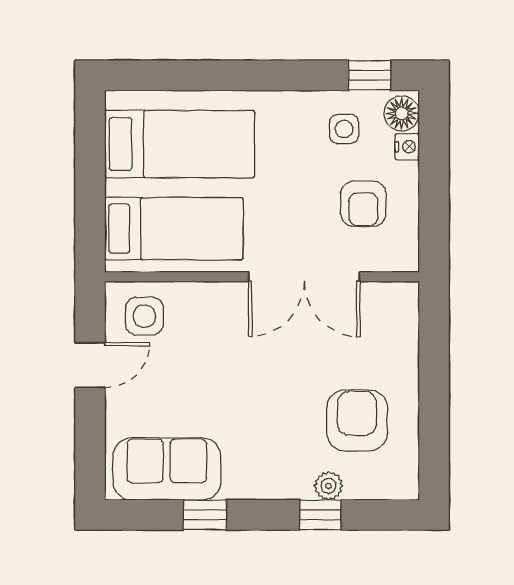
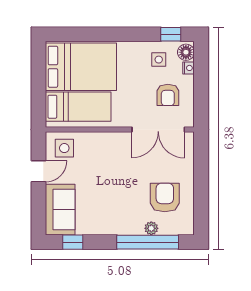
bed: (180, 144) -> (81, 67), width x1.50
double door: (304, 277) -> (158, 129), moved
sofa: (167, 469) -> (60, 210), moved, turned 90
window: (205, 515) -> (73, 242), moved
window: (321, 515) -> (148, 242), width x3.17

